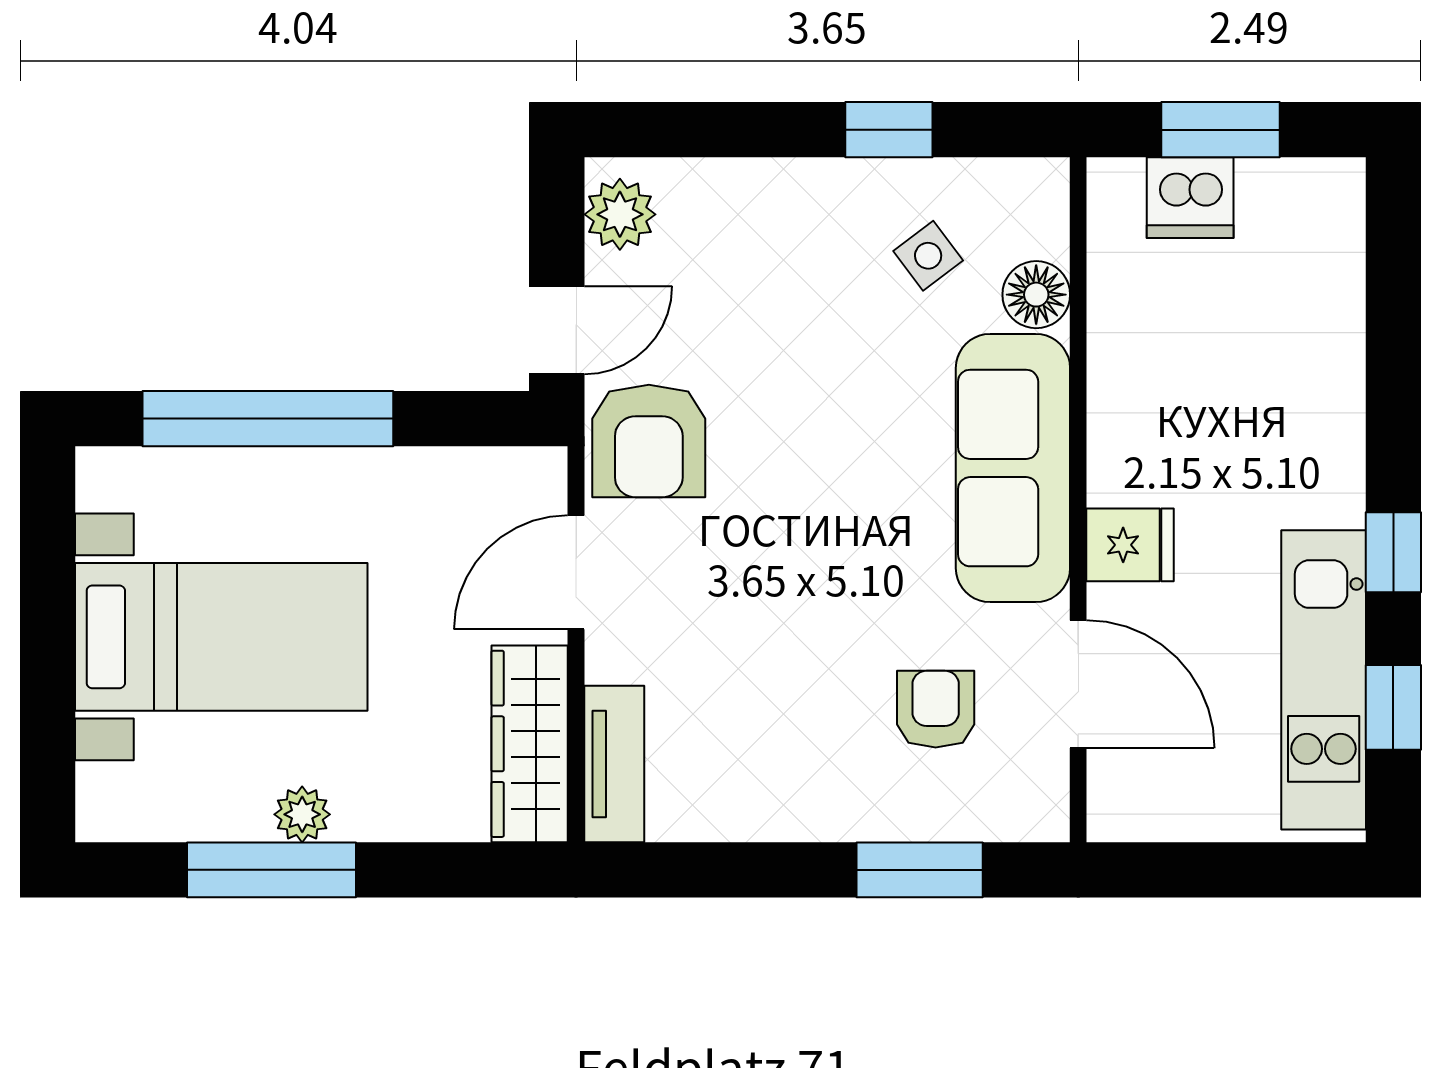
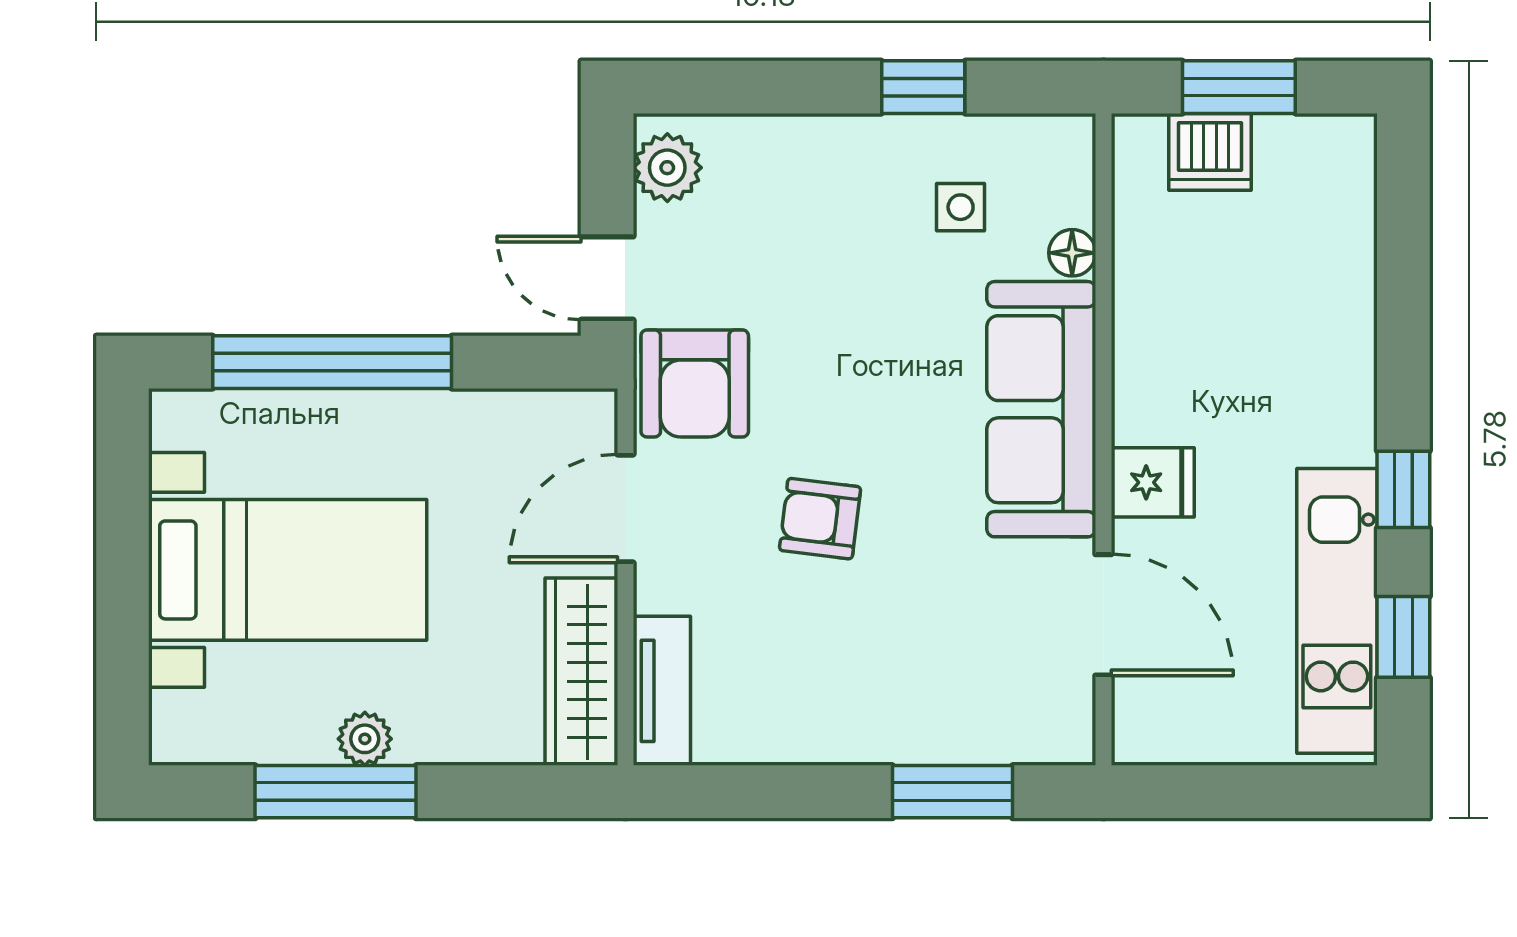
side table: (928, 256) -> (961, 207), turned 37
floor lamp: (1036, 295) -> (1072, 253), width x0.73, depth x0.73
door: (557, 330) -> (607, 278), swing flipped
armchair: (936, 709) -> (820, 519), moved, turned -83

